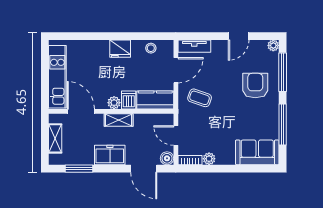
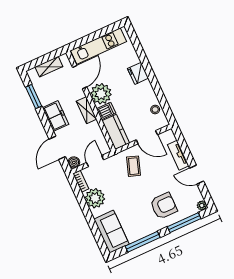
tv unit: (194, 46) -> (178, 155), moved
fridge: (120, 49) -> (138, 73), moved
plant: (114, 103) -> (101, 94), width x1.88, depth x1.88
plant: (209, 159) -> (95, 198), width x1.88, depth x1.88

